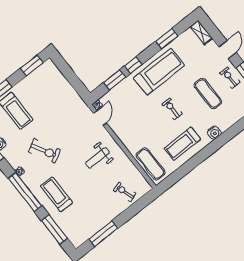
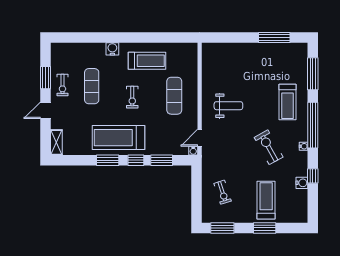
window: (167, 39) -> (108, 160), moved
exercise mat: (151, 164) -> (174, 96), moved
exercise bike: (125, 192) -> (223, 192), moved

